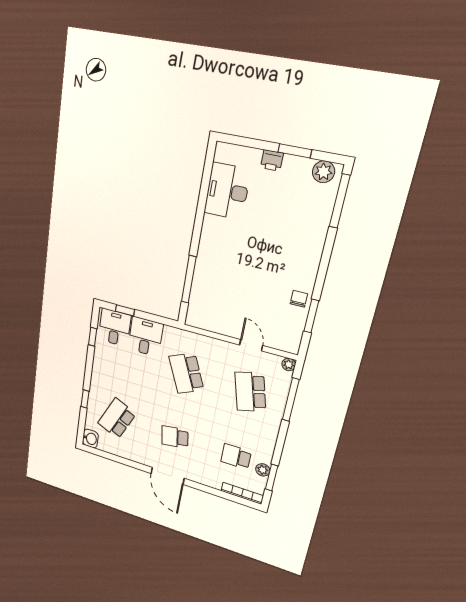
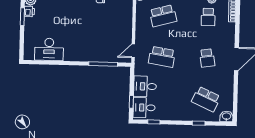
printer: (272, 160) -> (29, 11), moved
door: (251, 345) -> (133, 51), moved
school desk: (186, 373) -> (162, 57), turned 33

